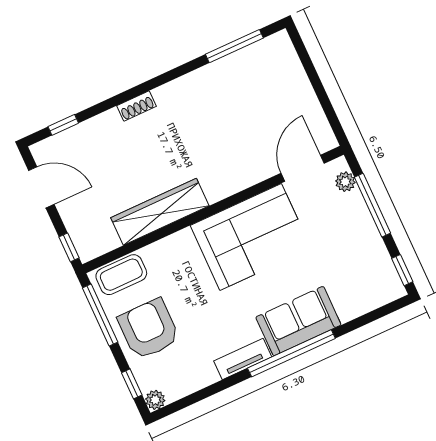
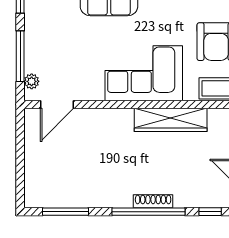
window: (136, 91) -> (149, 212), added
shoe rack: (136, 106) -> (153, 201), width x1.43
corner sofa: (251, 237) -> (144, 73), moved

